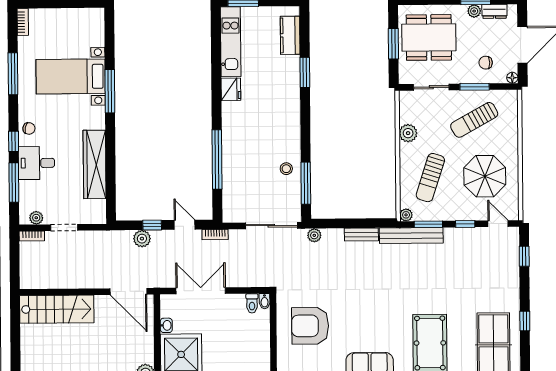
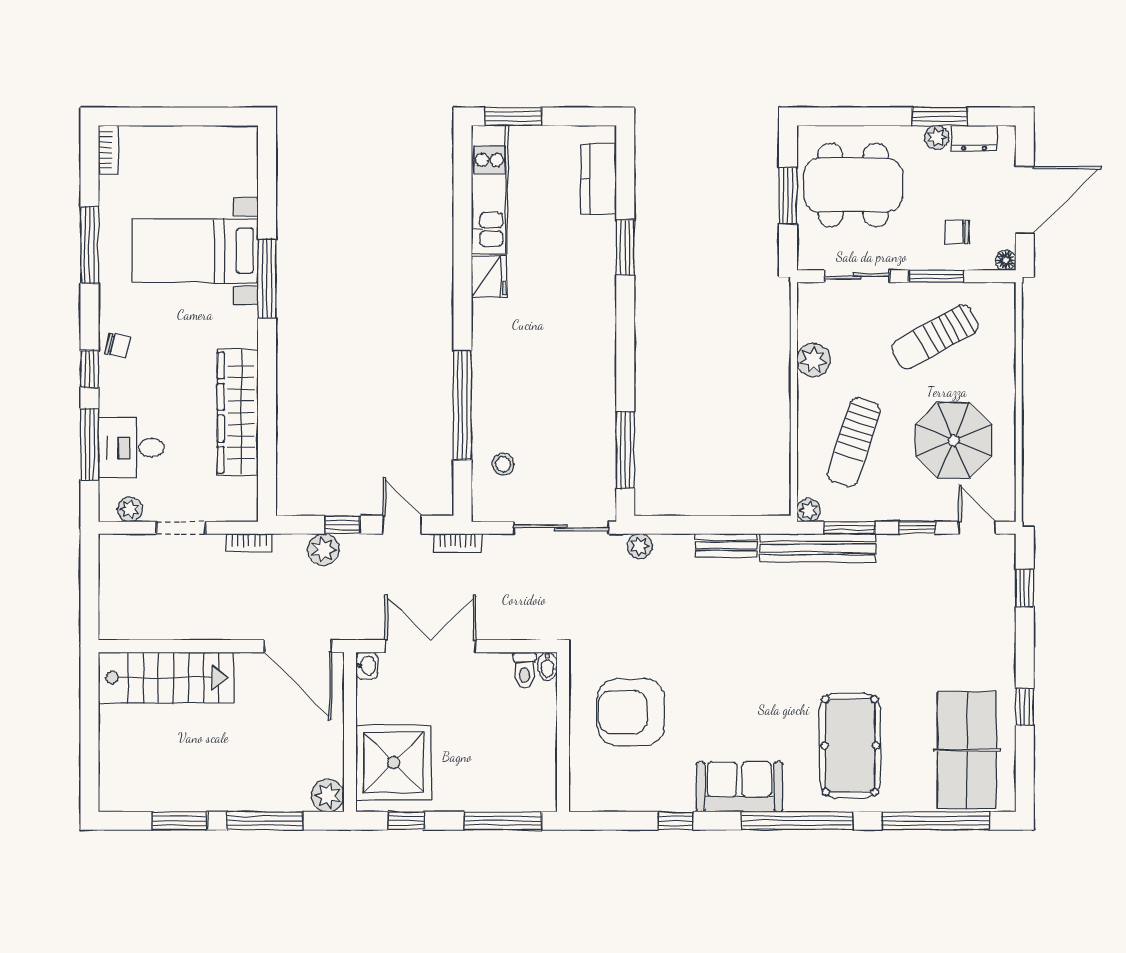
desk: (37, 163) -> (131, 448), moved
stool: (286, 169) -> (503, 464), moved
bookcase: (32, 236) -> (249, 543), moved
washbasin: (166, 325) -> (367, 666), moved

